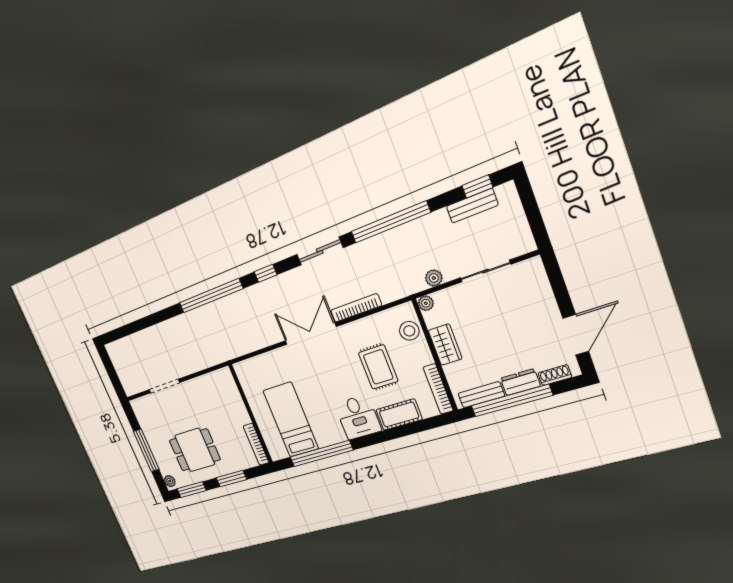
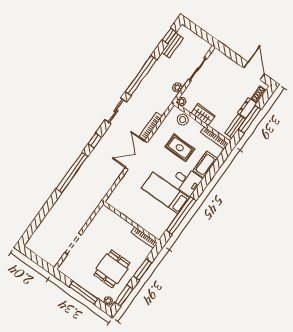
window: (511, 401) -> (250, 119), width x0.68
bed: (291, 420) -> (165, 193), moved

